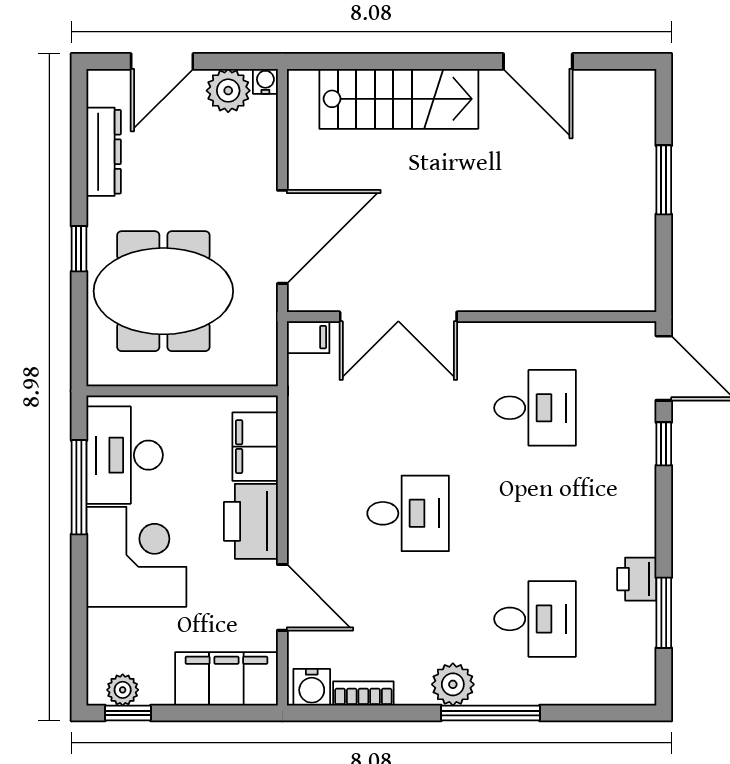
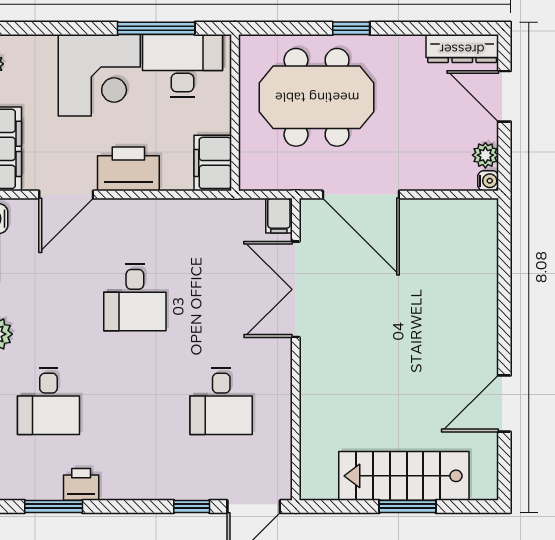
plant: (228, 91) -> (485, 155), width x0.73, depth x0.73
stairs: (399, 99) -> (404, 476), moved, turned 90
dresser: (104, 152) -> (462, 49), moved
meeting table: (163, 291) -> (317, 97), turned 90
filing cabinet: (255, 447) -> (213, 163), moved, turned -90

